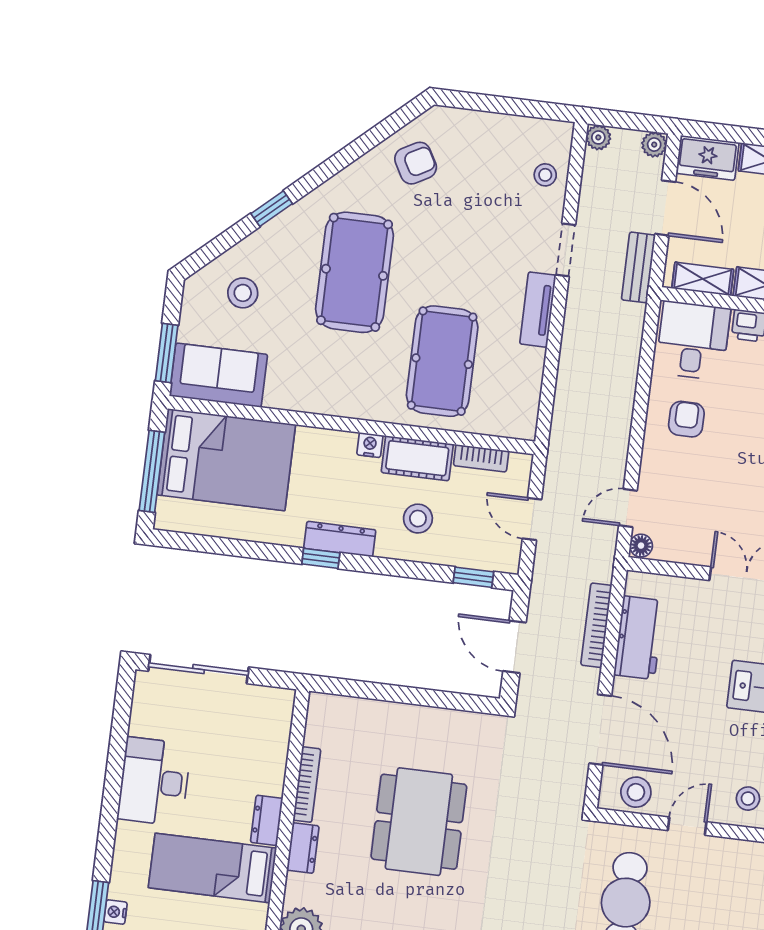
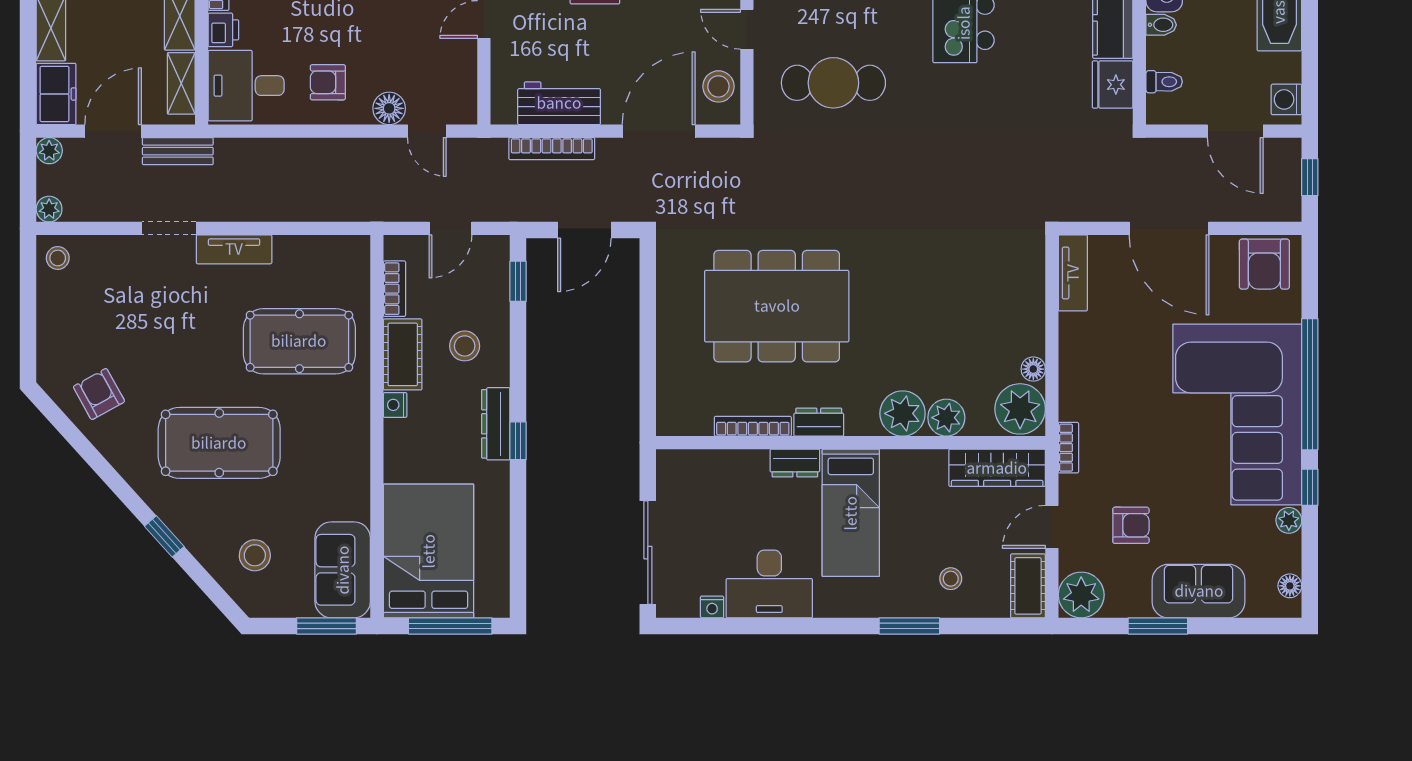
stool: (545, 175) -> (58, 258), moved
floor lamp: (641, 546) -> (389, 108), moved, width x1.37, depth x1.37
dining table: (419, 822) -> (777, 306), width x1.36, depth x1.24
nightstand: (115, 912) -> (712, 607), moved

